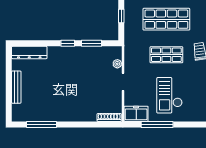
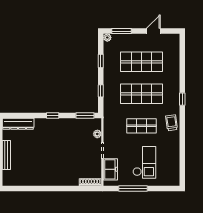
window: (91, 43) -> (85, 116), moved
checkout: (170, 95) -> (144, 162), turned 180
freezer: (136, 114) -> (110, 169), moved, turned 90
window: (41, 124) -> (29, 189), removed

